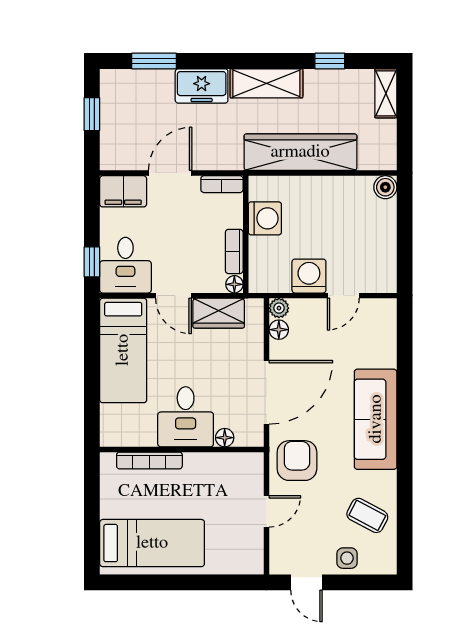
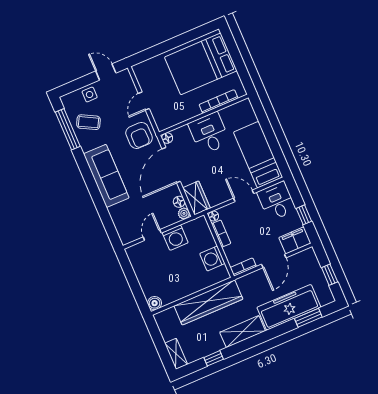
freezer: (202, 86) -> (289, 307), width x1.91, depth x1.26
window: (92, 262) -> (304, 215), moved
wardrobe: (219, 313) -> (196, 198), moved, turned 90
floor lamp: (225, 438) -> (167, 138), moved
window: (405, 518) -> (68, 129), added
bed: (152, 543) -> (201, 64), width x1.50

